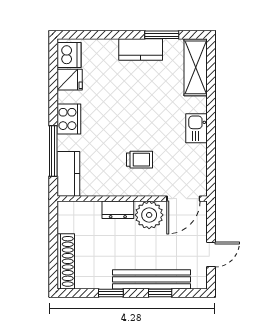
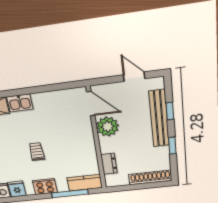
kitchen sink: (196, 128) -> (20, 103), moved
trolley: (139, 160) -> (37, 152), moved
dresser: (118, 210) -> (109, 164), moved

